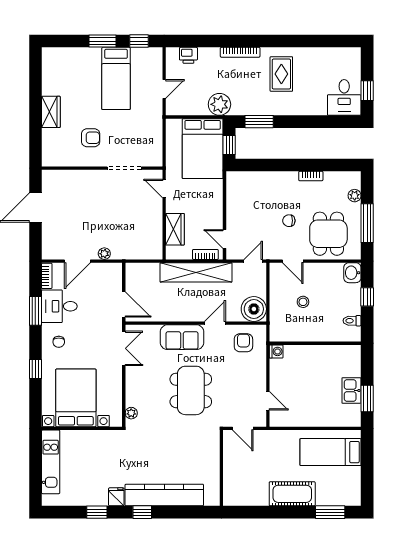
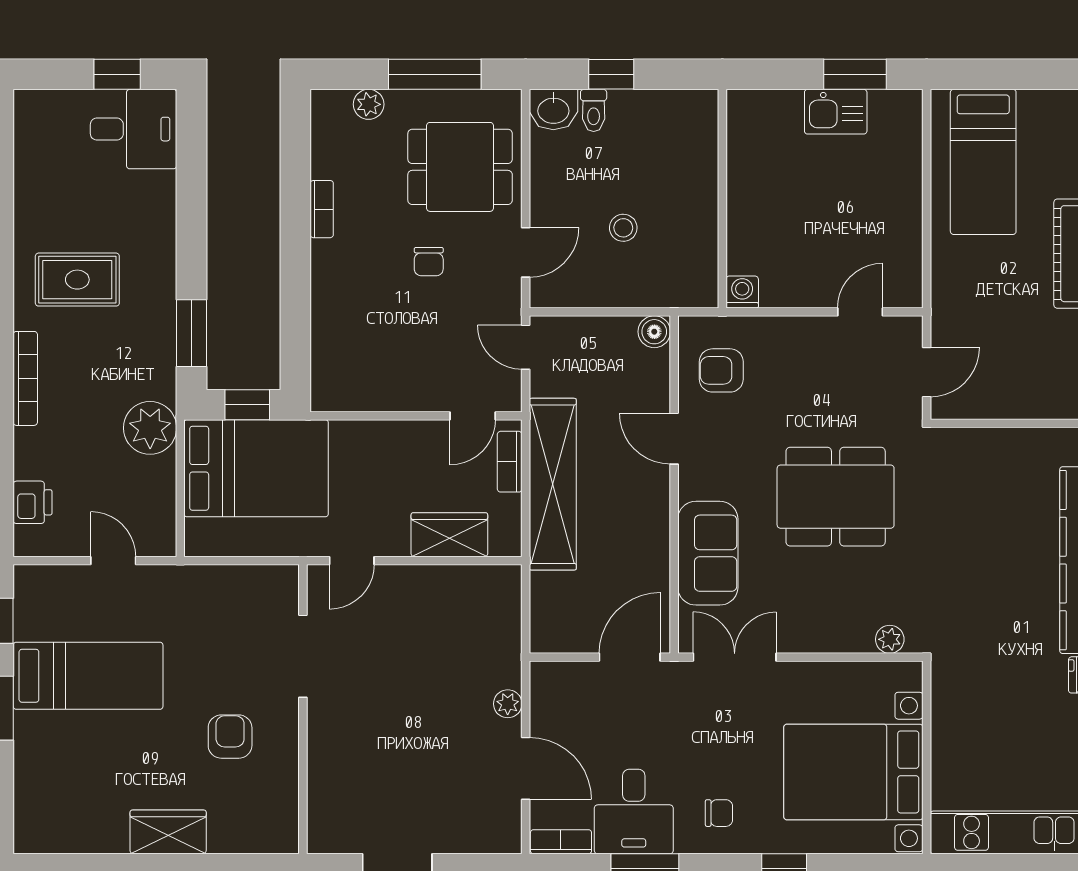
boiler: (254, 309) -> (654, 332), width x0.54, depth x0.54
toilet: (352, 321) -> (594, 110), moved
sofa: (182, 337) -> (708, 553), moved

